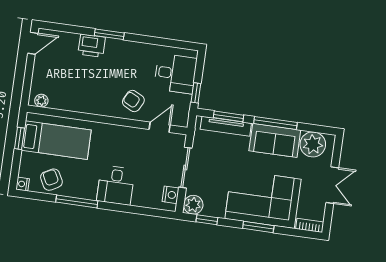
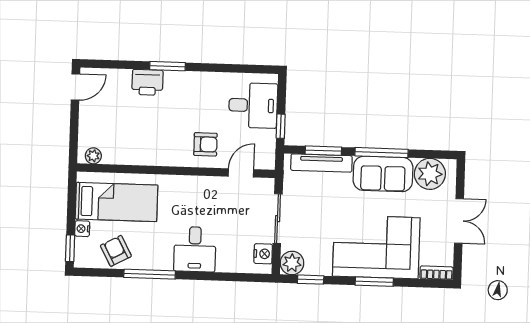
armchair: (133, 101) -> (205, 144), turned 153
window: (19, 138) -> (70, 248), moved
nightstand: (23, 184) -> (82, 229), moved

